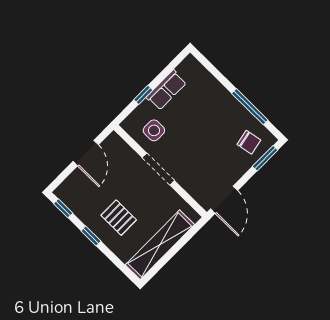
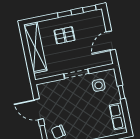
row of seats: (166, 90) -> (118, 116), moved
door: (86, 153) -> (111, 41), hinge flipped
door: (224, 200) -> (39, 109), moved

